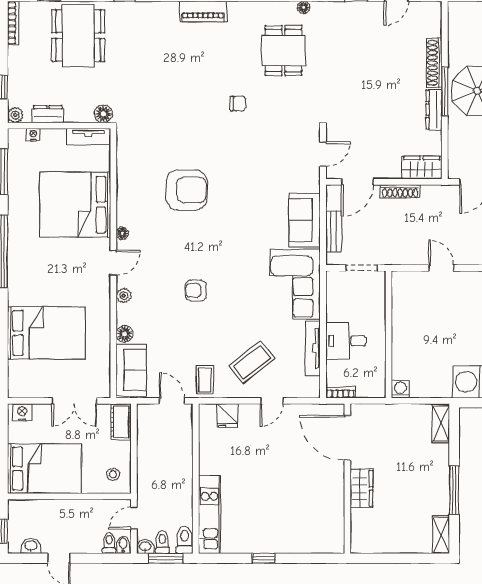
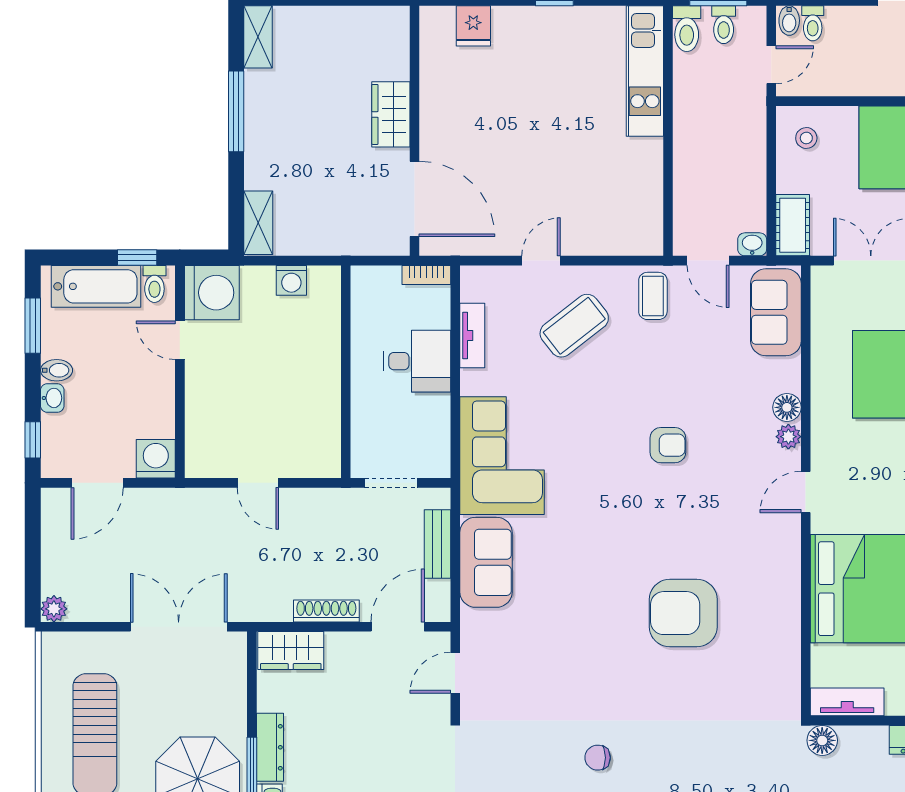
floor lamp: (122, 233) -> (791, 541), removed
floor lamp: (125, 334) -> (787, 407), moved
tv unit: (313, 348) -> (472, 335), width x0.71
washing machine: (400, 389) -> (291, 280), moved
fridge: (227, 416) -> (473, 26), moved, turned 180
washbasin: (145, 547) -> (752, 244), moved, turned 180

